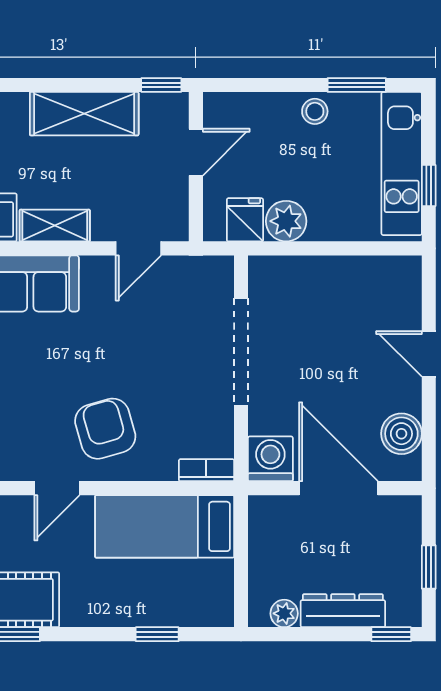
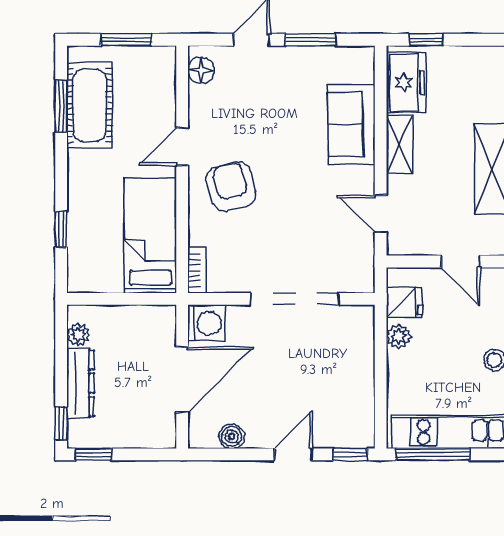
window: (429, 185) -> (433, 454), width x2.17
plant: (286, 221) -> (399, 336), width x0.73, depth x0.73
window: (429, 285) -> (350, 454), added
armchair: (105, 429) -> (231, 186), turned -89
boiler: (401, 434) -> (232, 436), width x0.73, depth x0.73
door: (57, 488) -> (182, 146), hinge flipped
window: (429, 567) -> (94, 454), moved

